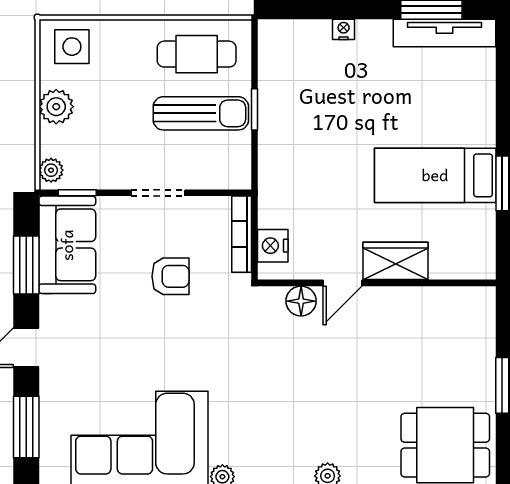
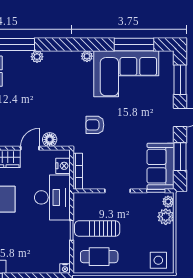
nightstand: (344, 29) -> (65, 268), moved
plant: (56, 107) -> (166, 217), moved
desk: (295, 179) -> (52, 197), added
armchair: (170, 276) -> (95, 125), moved

